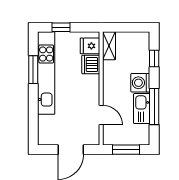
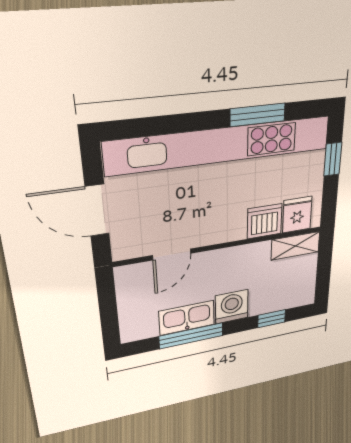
kitchen unit: (46, 73) -> (221, 145), width x1.36
window: (126, 150) -> (108, 308), removed

